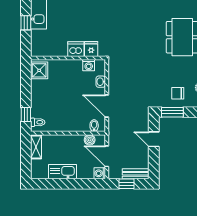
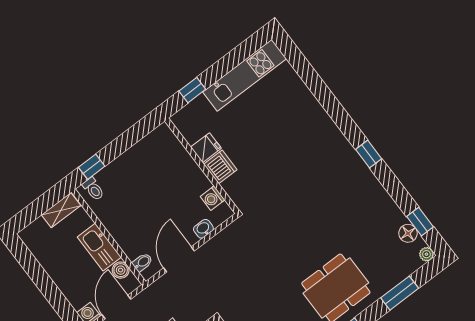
window: (26, 23) -> (192, 90), moved
fridge: (91, 49) -> (206, 148), moved
shower: (39, 70) -> (159, 142), removed
kitchen sink: (62, 172) -> (99, 247), moved, turned 180

